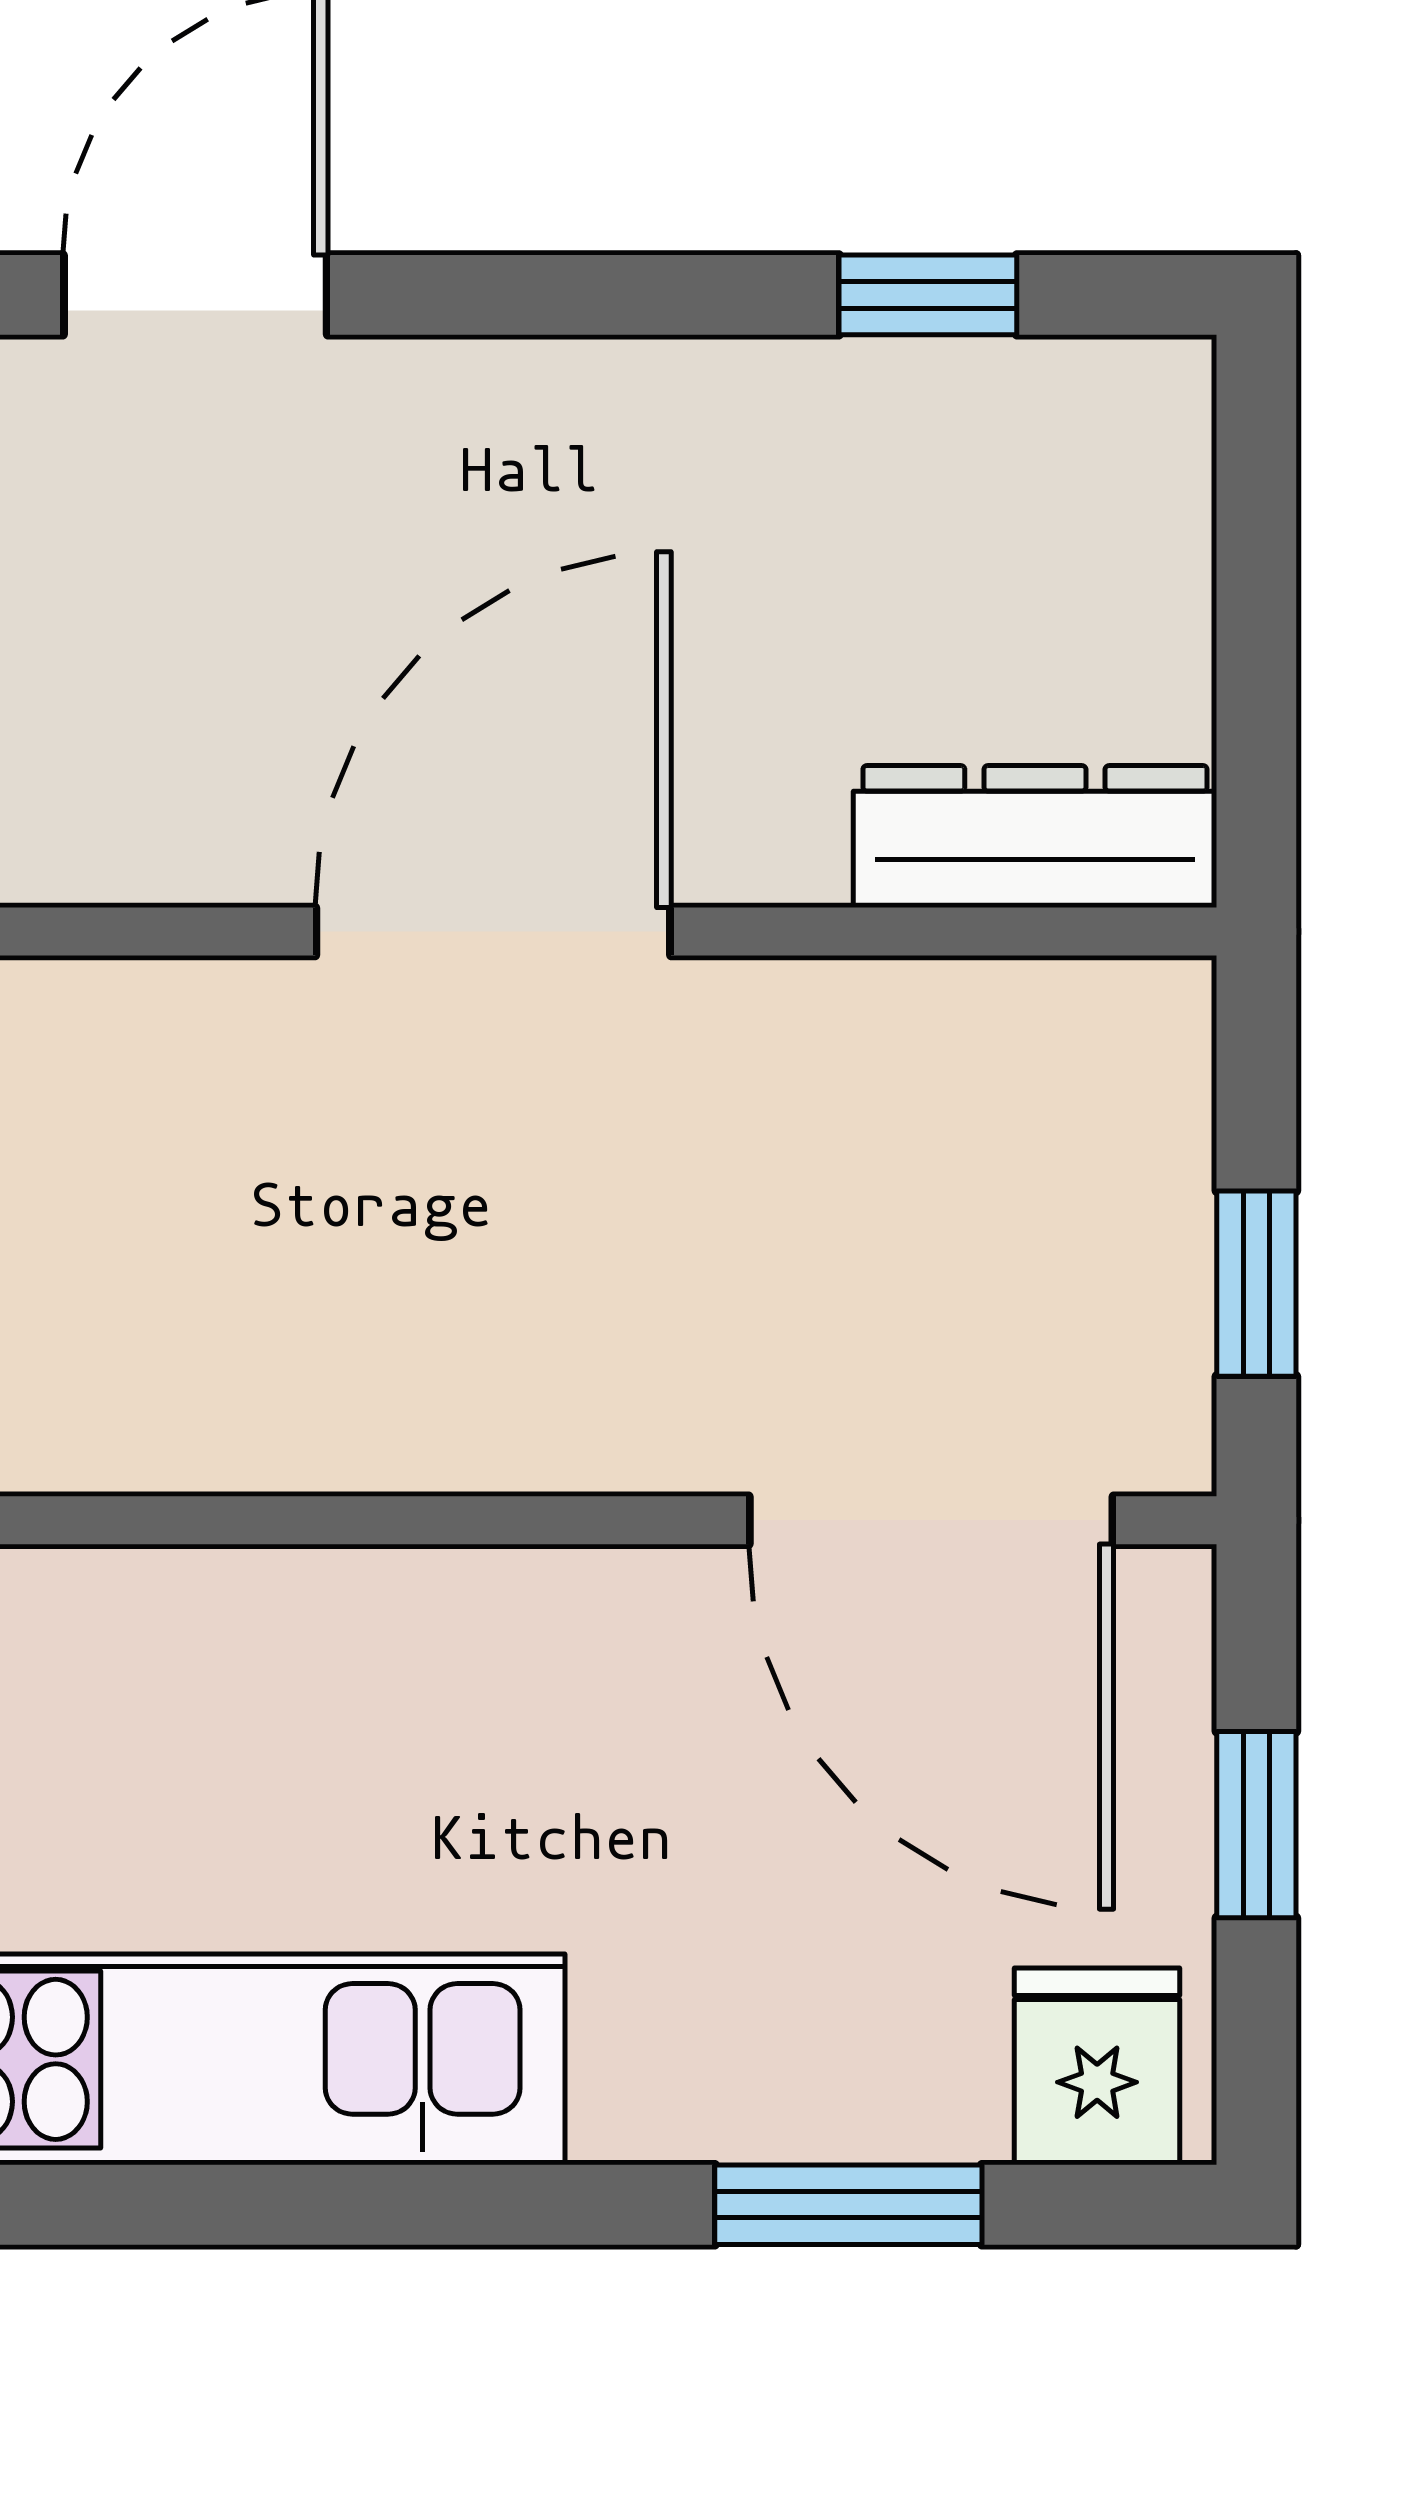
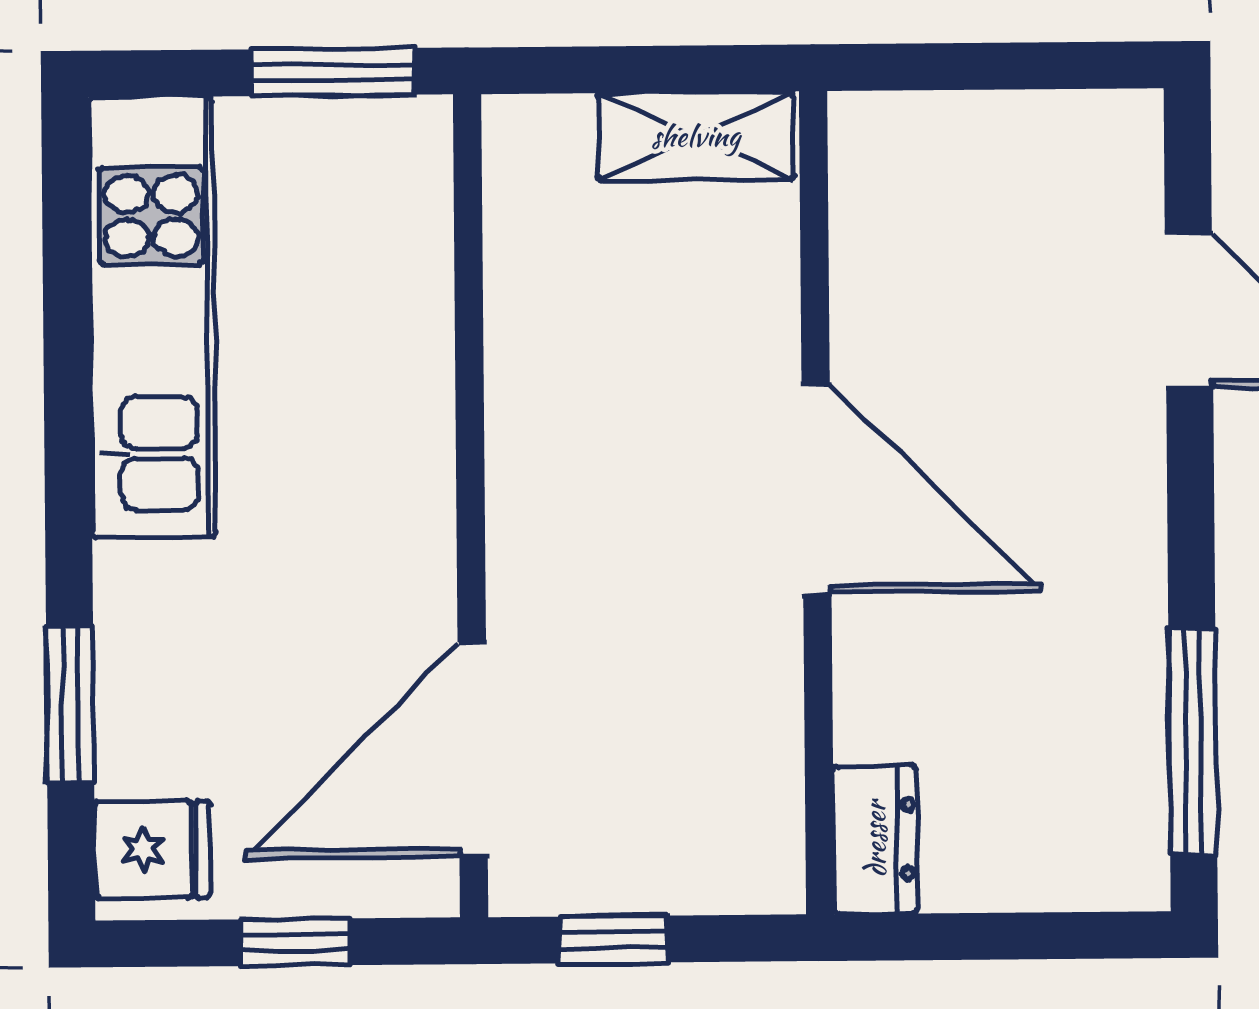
window: (928, 295) -> (1193, 741), width x2.17
dresser: (1035, 837) -> (875, 839), width x0.70

